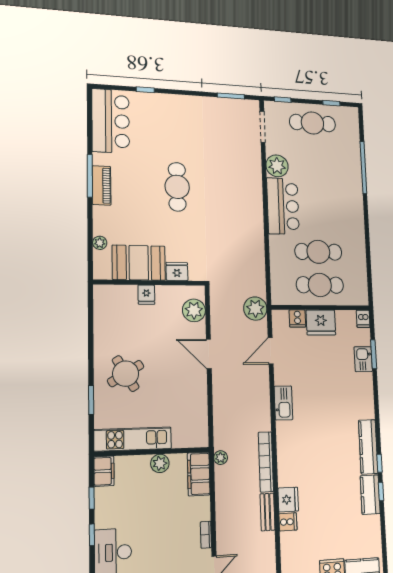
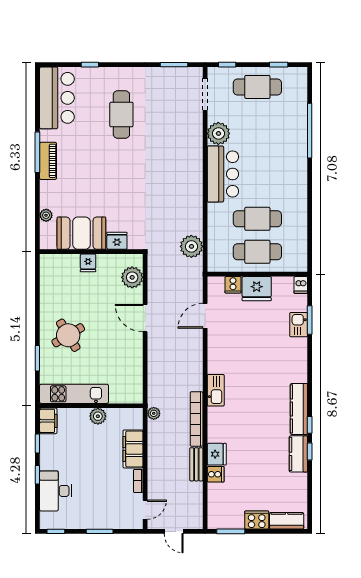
cafe table: (177, 187) -> (121, 115), moved
plant: (255, 309) -> (191, 246), moved
kitchen sink: (283, 403) -> (216, 390), moved
filing cabinet: (199, 474) -> (133, 449), moved

